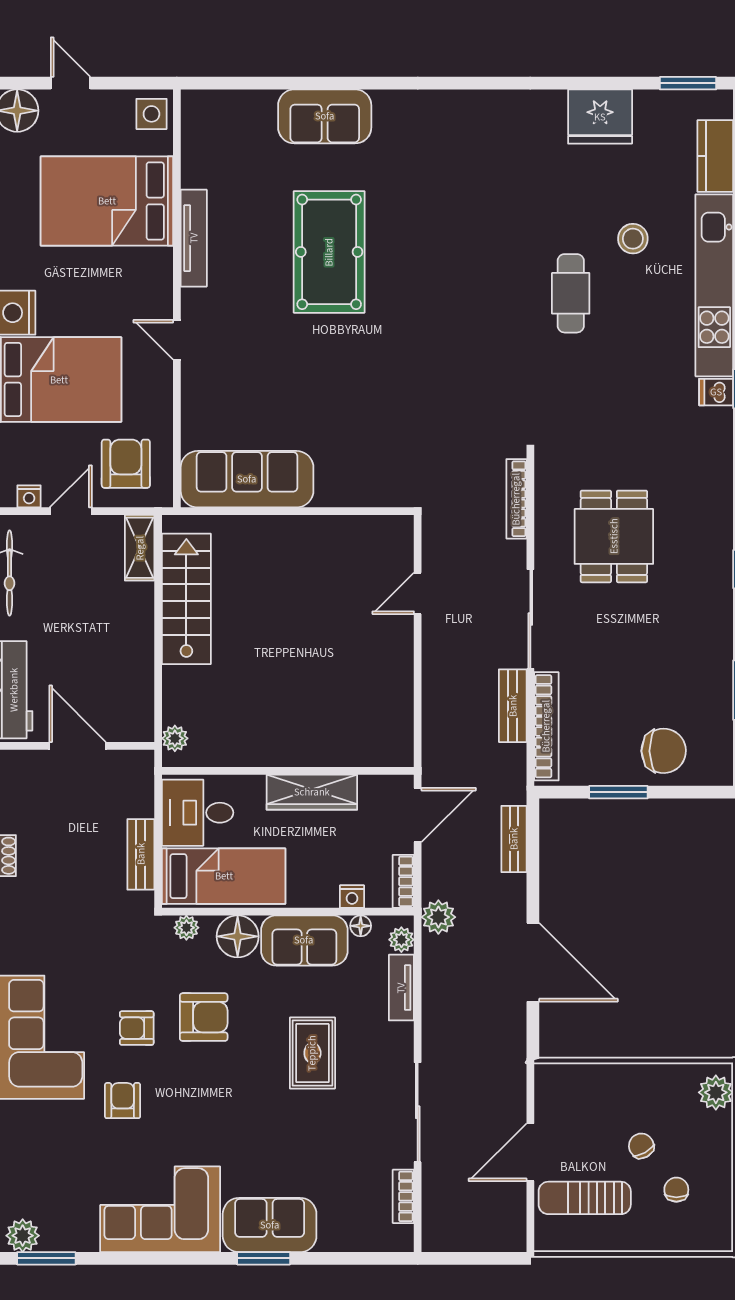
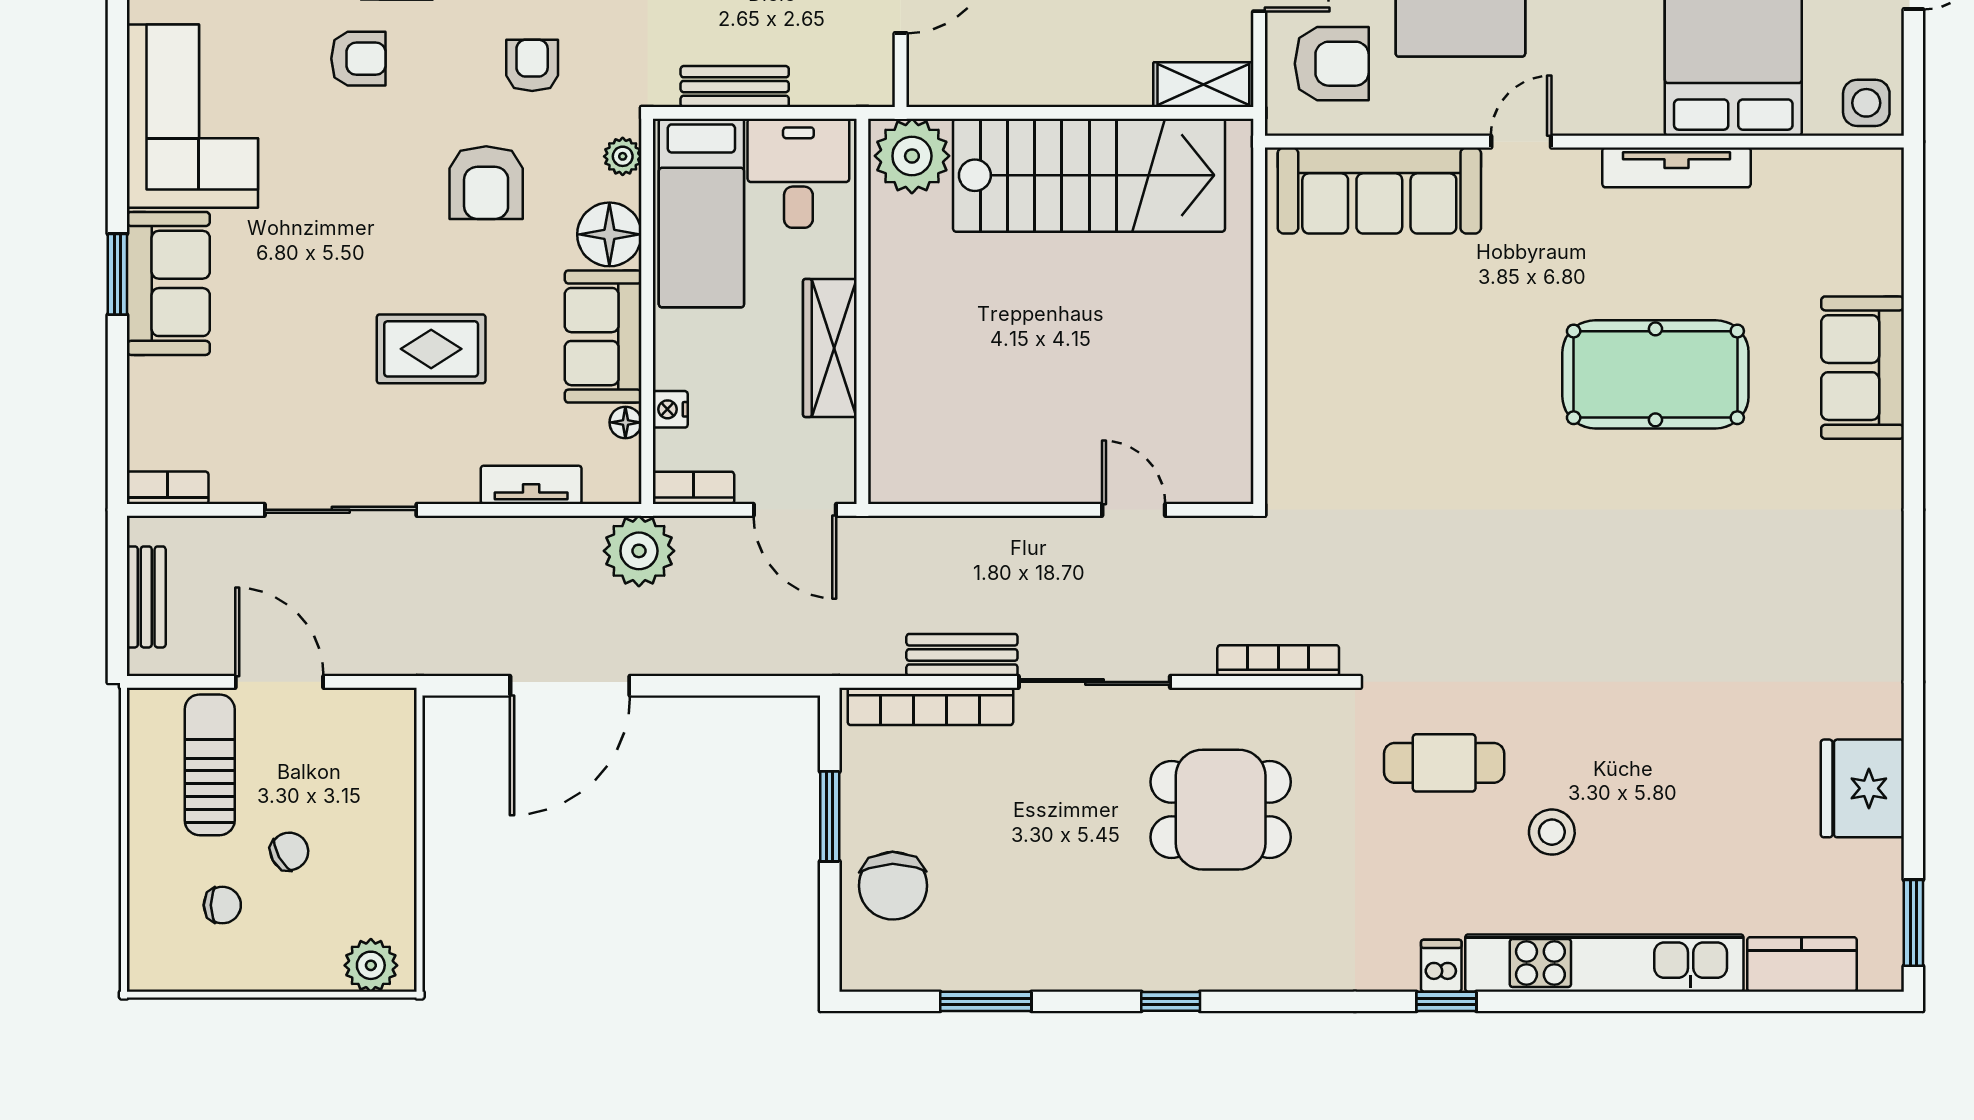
stool: (633, 239) -> (1552, 832), moved
cafe table: (571, 293) -> (1444, 763), moved
sofa: (247, 479) -> (1379, 190), moved, turned 90
stairs: (186, 599) -> (1089, 175), width x1.36, depth x1.51
plant: (175, 738) -> (912, 156), width x1.88, depth x1.88
bench: (514, 839) -> (146, 597), moved, turned 90
plant: (438, 917) -> (639, 551), width x1.36, depth x1.36
plant: (401, 940) -> (604, 485), removed
armchair: (137, 1028) -> (532, 65), moved
bookcase: (403, 1196) -> (168, 488), moved

